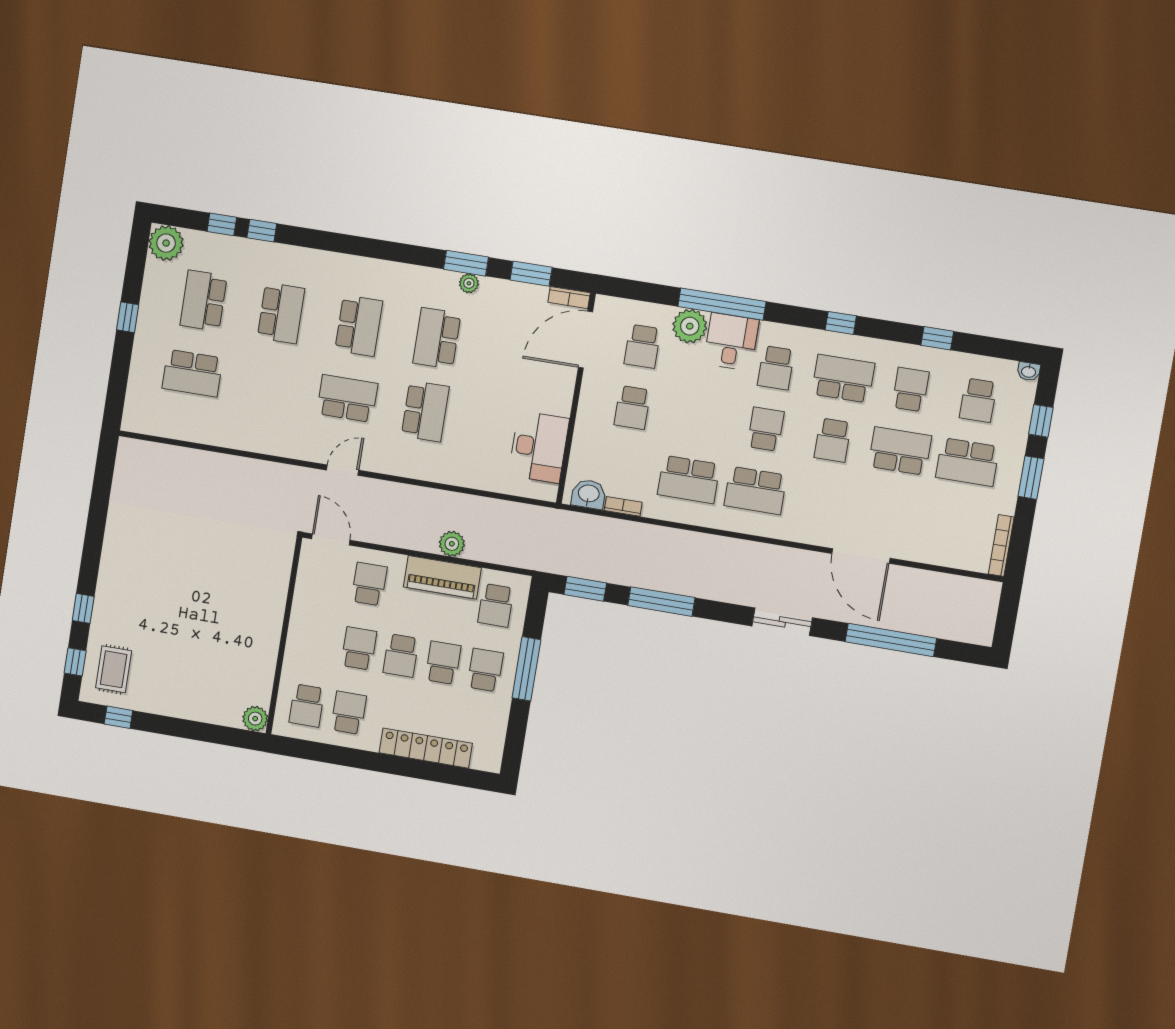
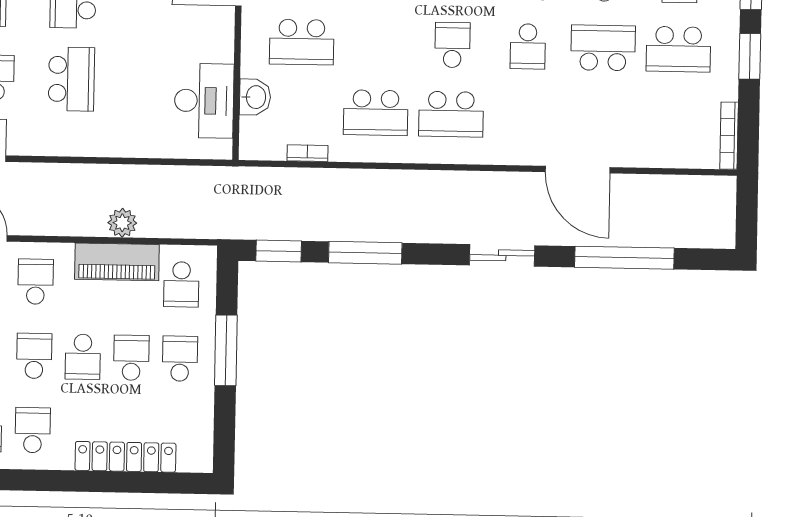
school desk: (632, 408) -> (302, 42), width x1.85
washbasin: (589, 494) -> (255, 97), moved, turned 90

